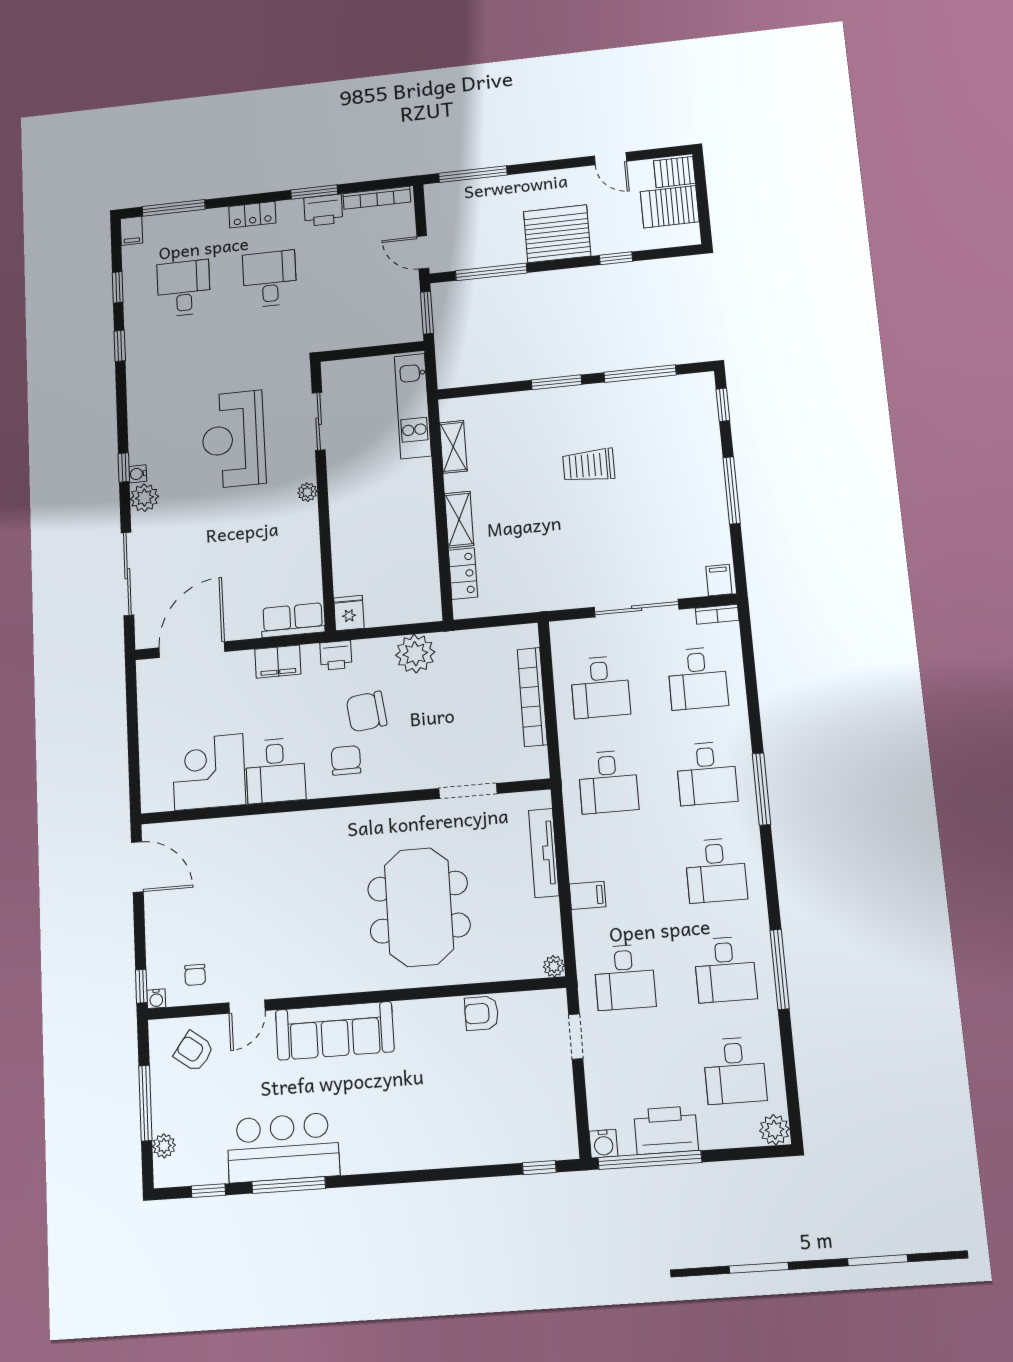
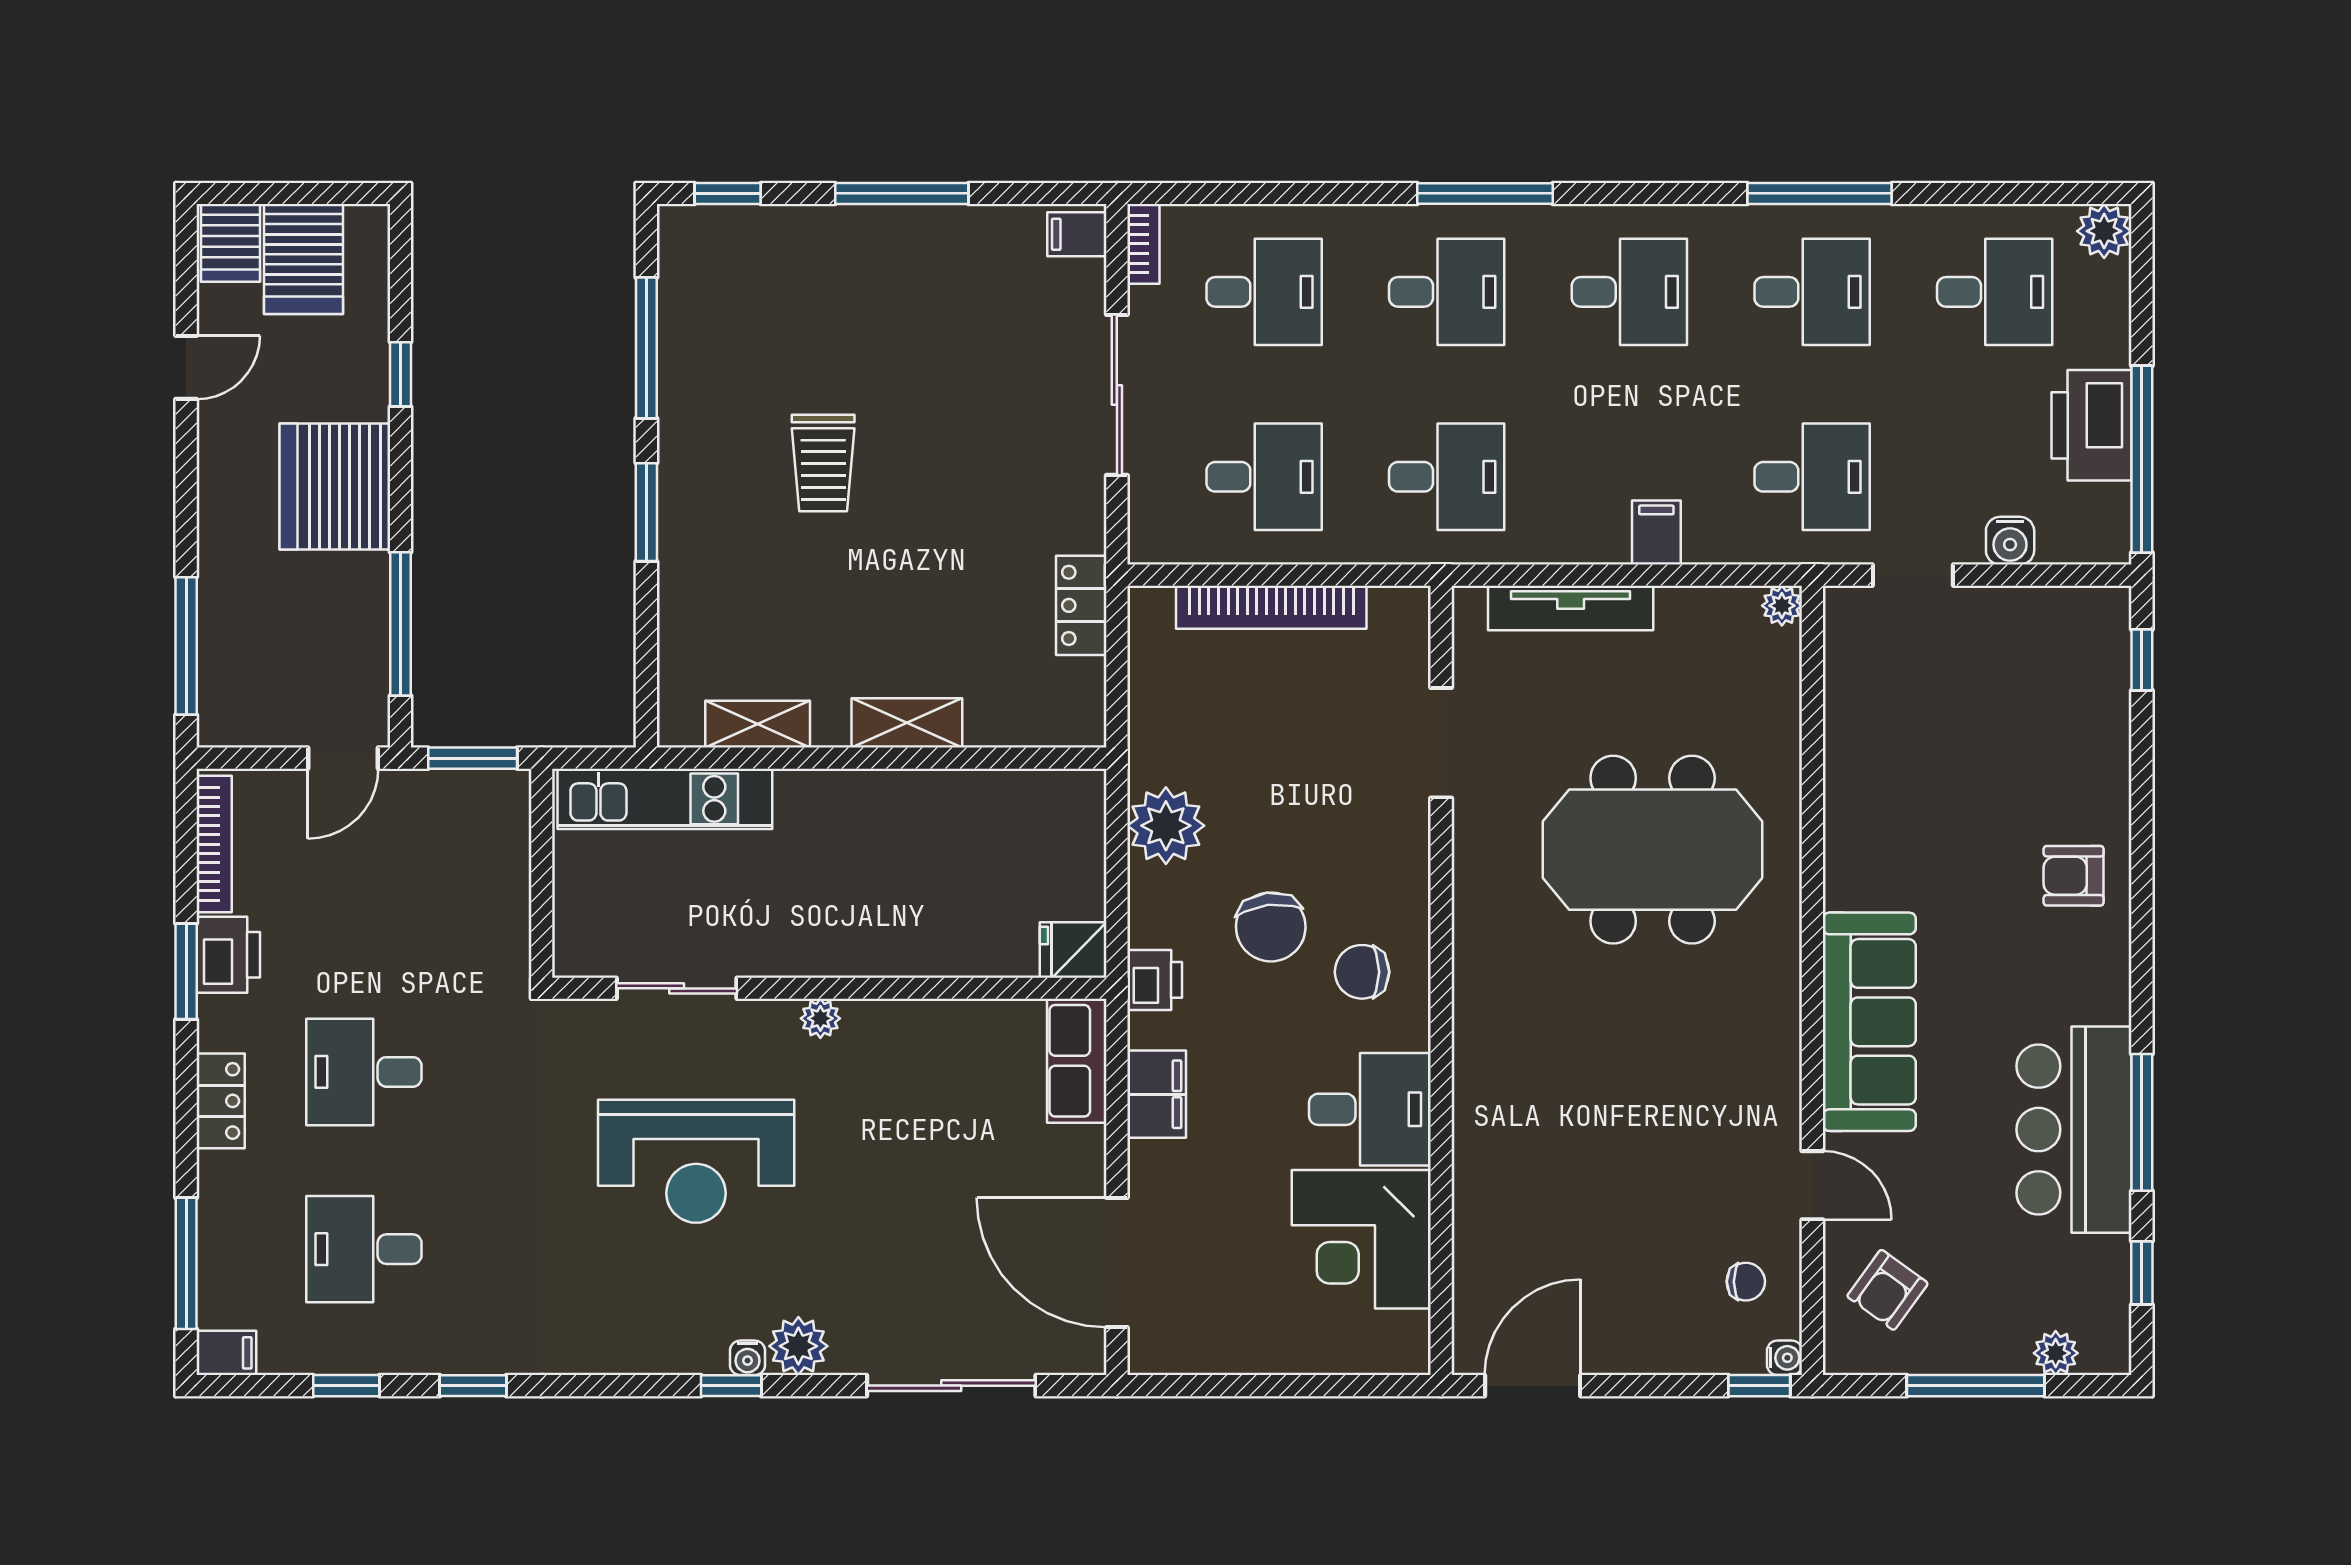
locker: (463, 574) -> (1081, 605), moved, turned -90
armchair: (481, 1013) -> (2074, 876), moved, turned 90
water cooler: (604, 1144) -> (2010, 541), moved, turned 90

